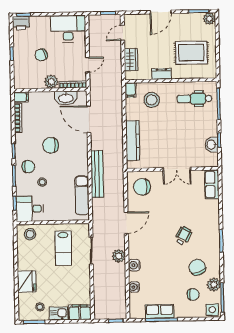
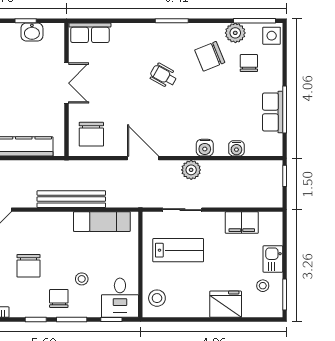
filing cabinet: (80, 312) -> (242, 223), moved, turned -90

